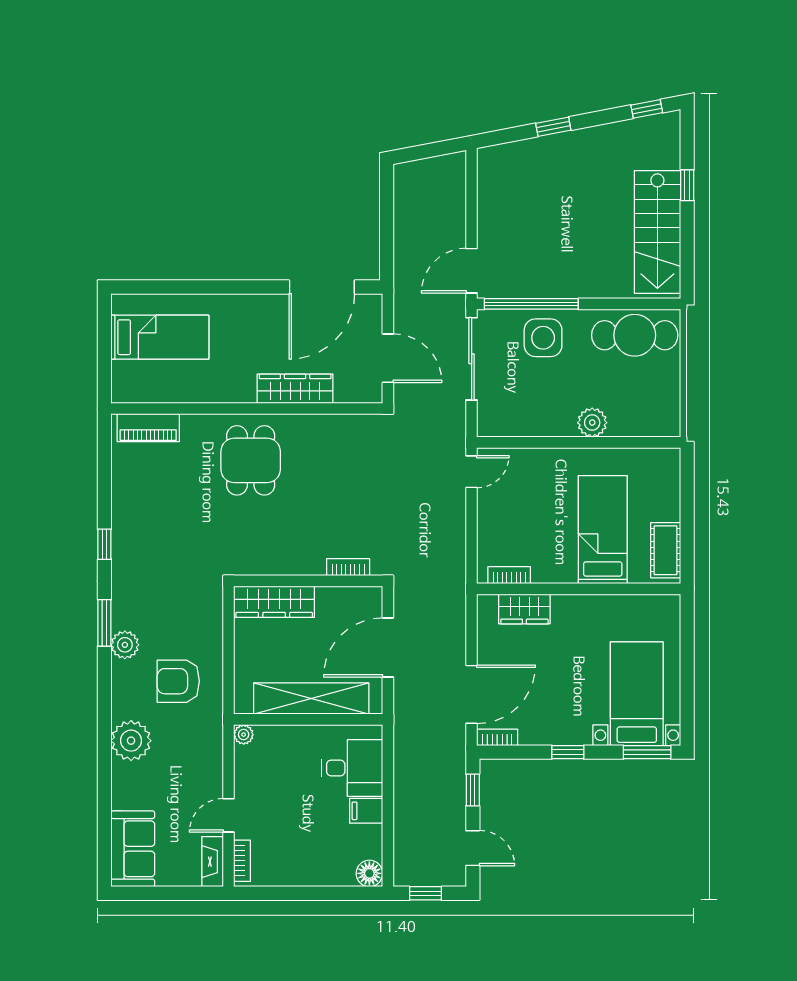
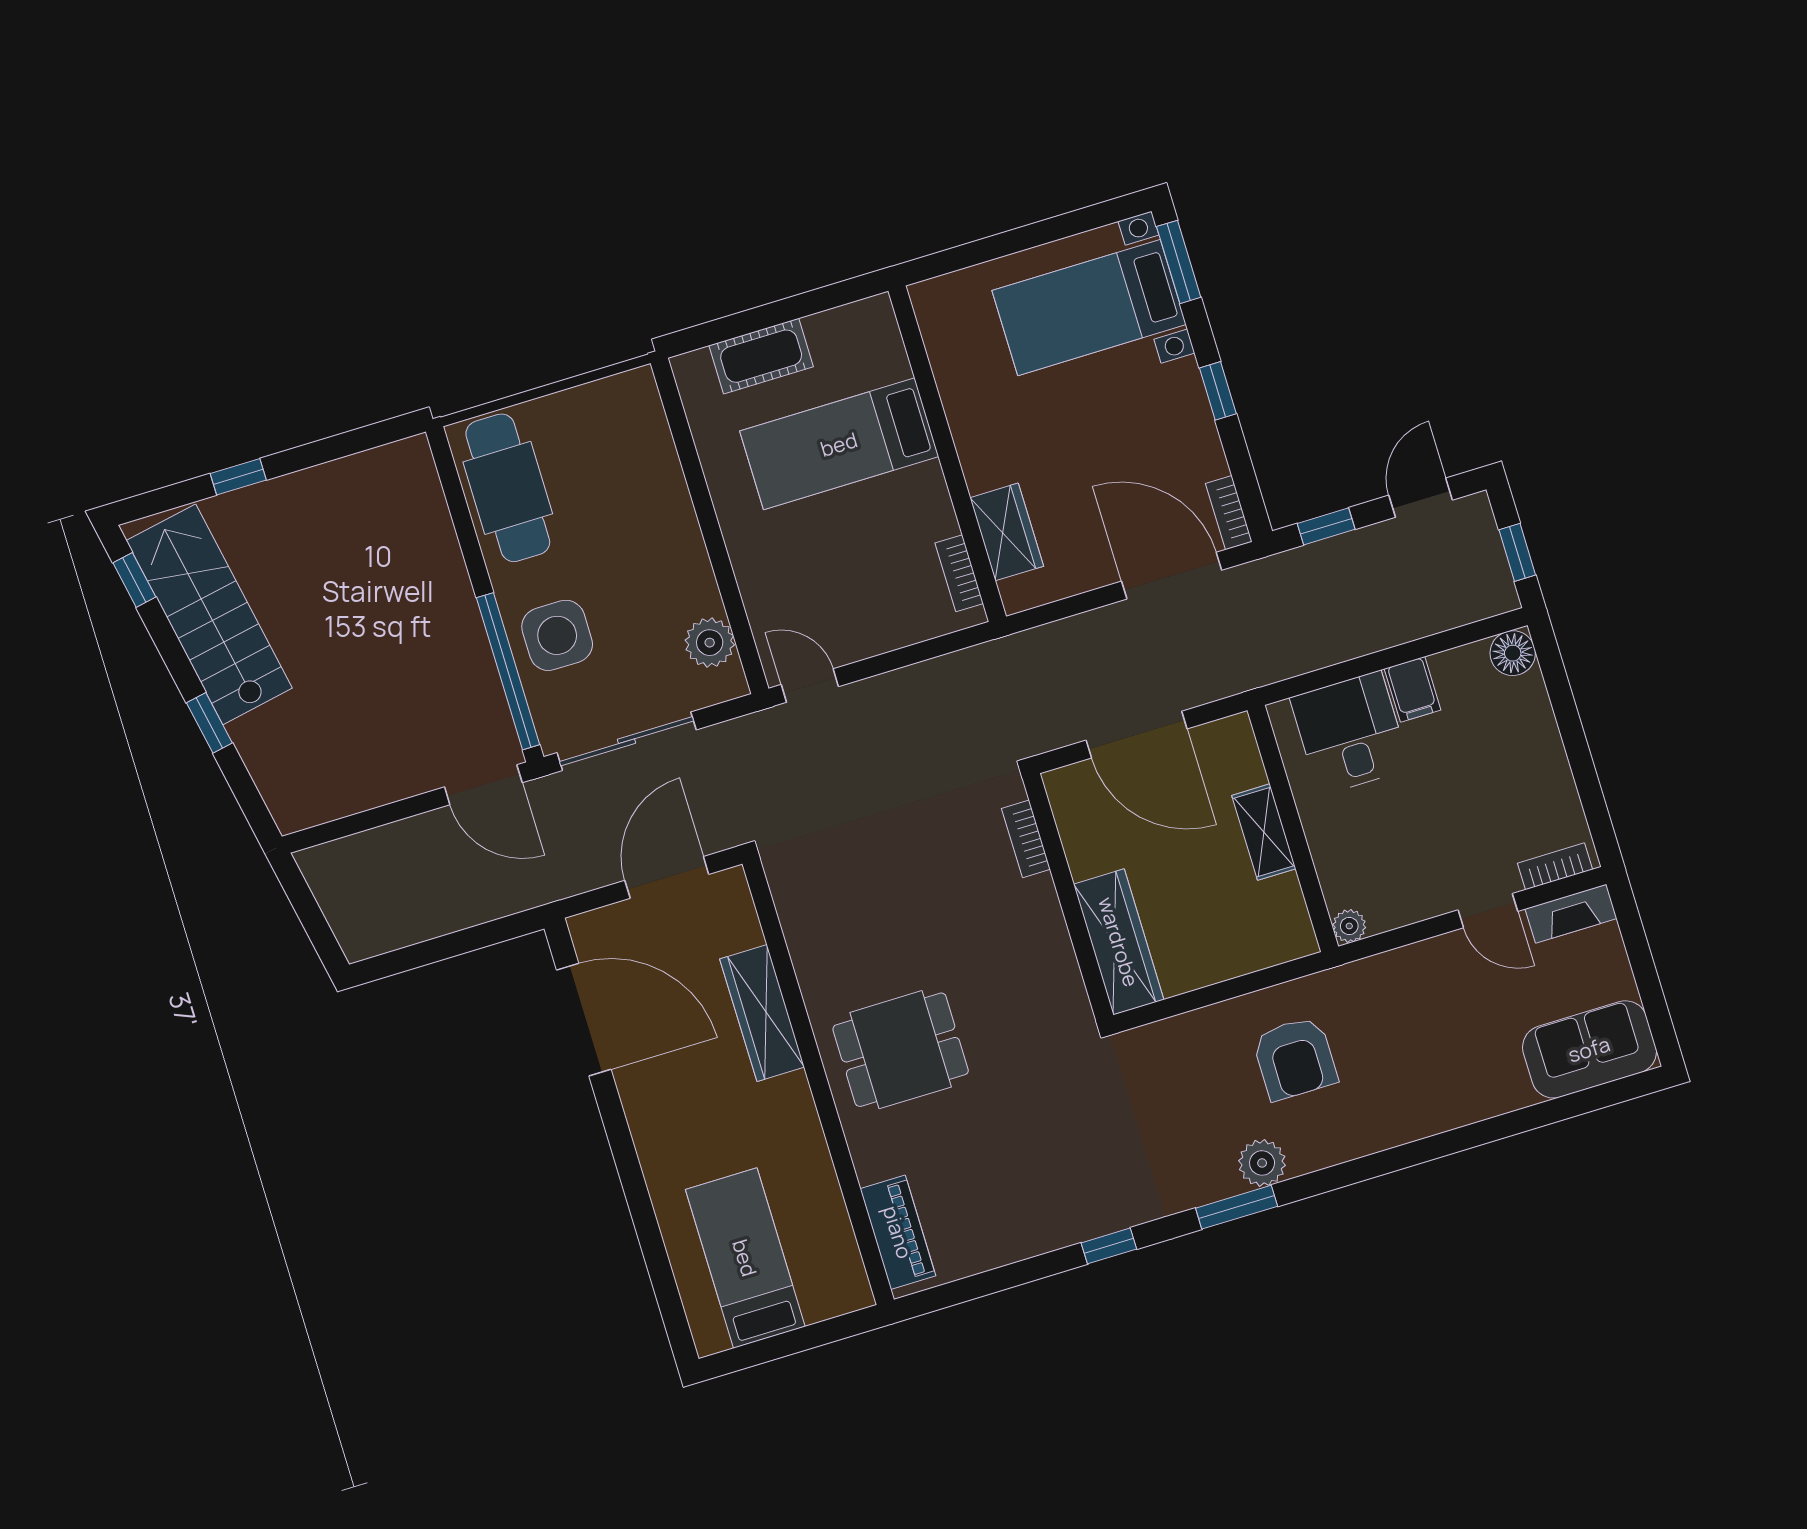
stairs: (657, 232) -> (209, 614), moved, turned -101
plant: (592, 423) -> (710, 643), moved
cot: (666, 550) -> (761, 356), moved
shelving: (311, 699) -> (1264, 832), width x0.45, depth x0.75
plant: (131, 741) -> (1415, 1106), removed

